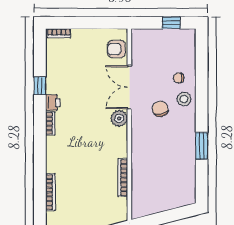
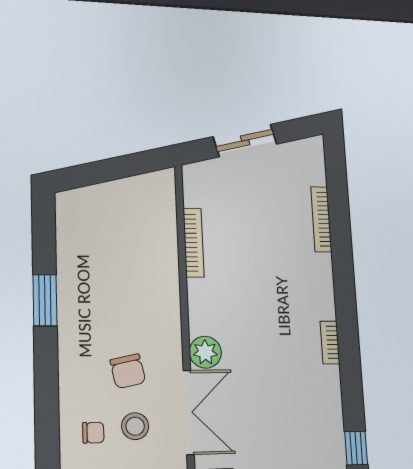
window: (40, 86) -> (356, 448), moved
stool: (184, 99) -> (135, 426), moved
printer: (53, 103) -> (328, 381), removed

